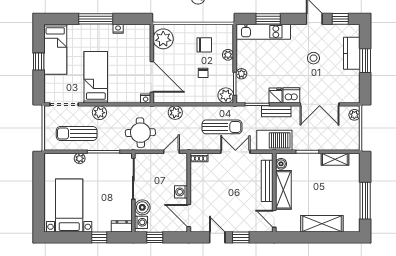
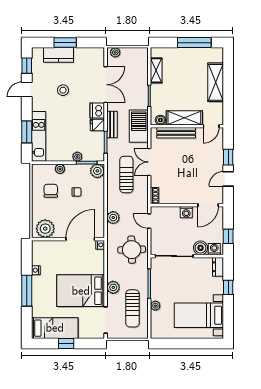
bed: (96, 77) -> (81, 291), width x1.50

